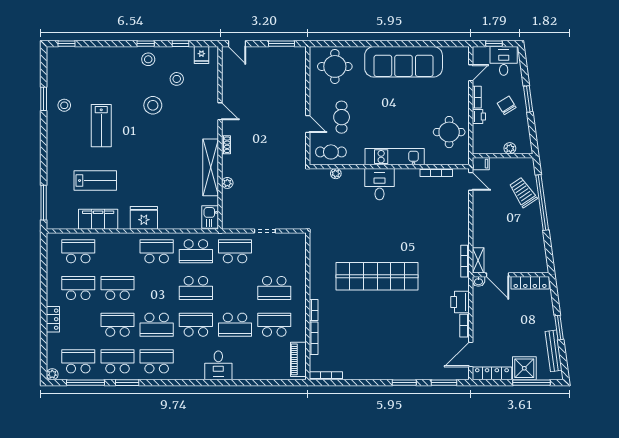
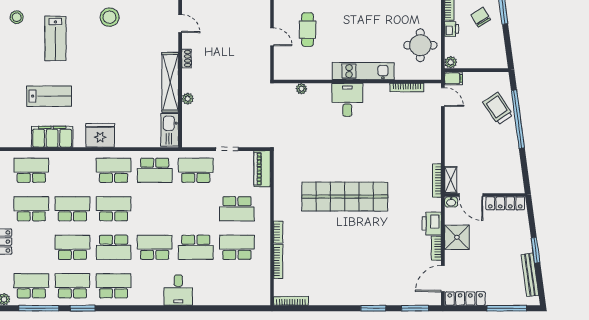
plant: (510, 148) -> (451, 62), moved
cafe table: (331, 152) -> (296, 66), removed
kitchen sink: (210, 217) -> (170, 130), width x1.38
school desk: (196, 288) -> (114, 209), moved, turned 180
piano: (298, 359) -> (262, 169), moved
shower: (524, 368) -> (457, 237), moved

